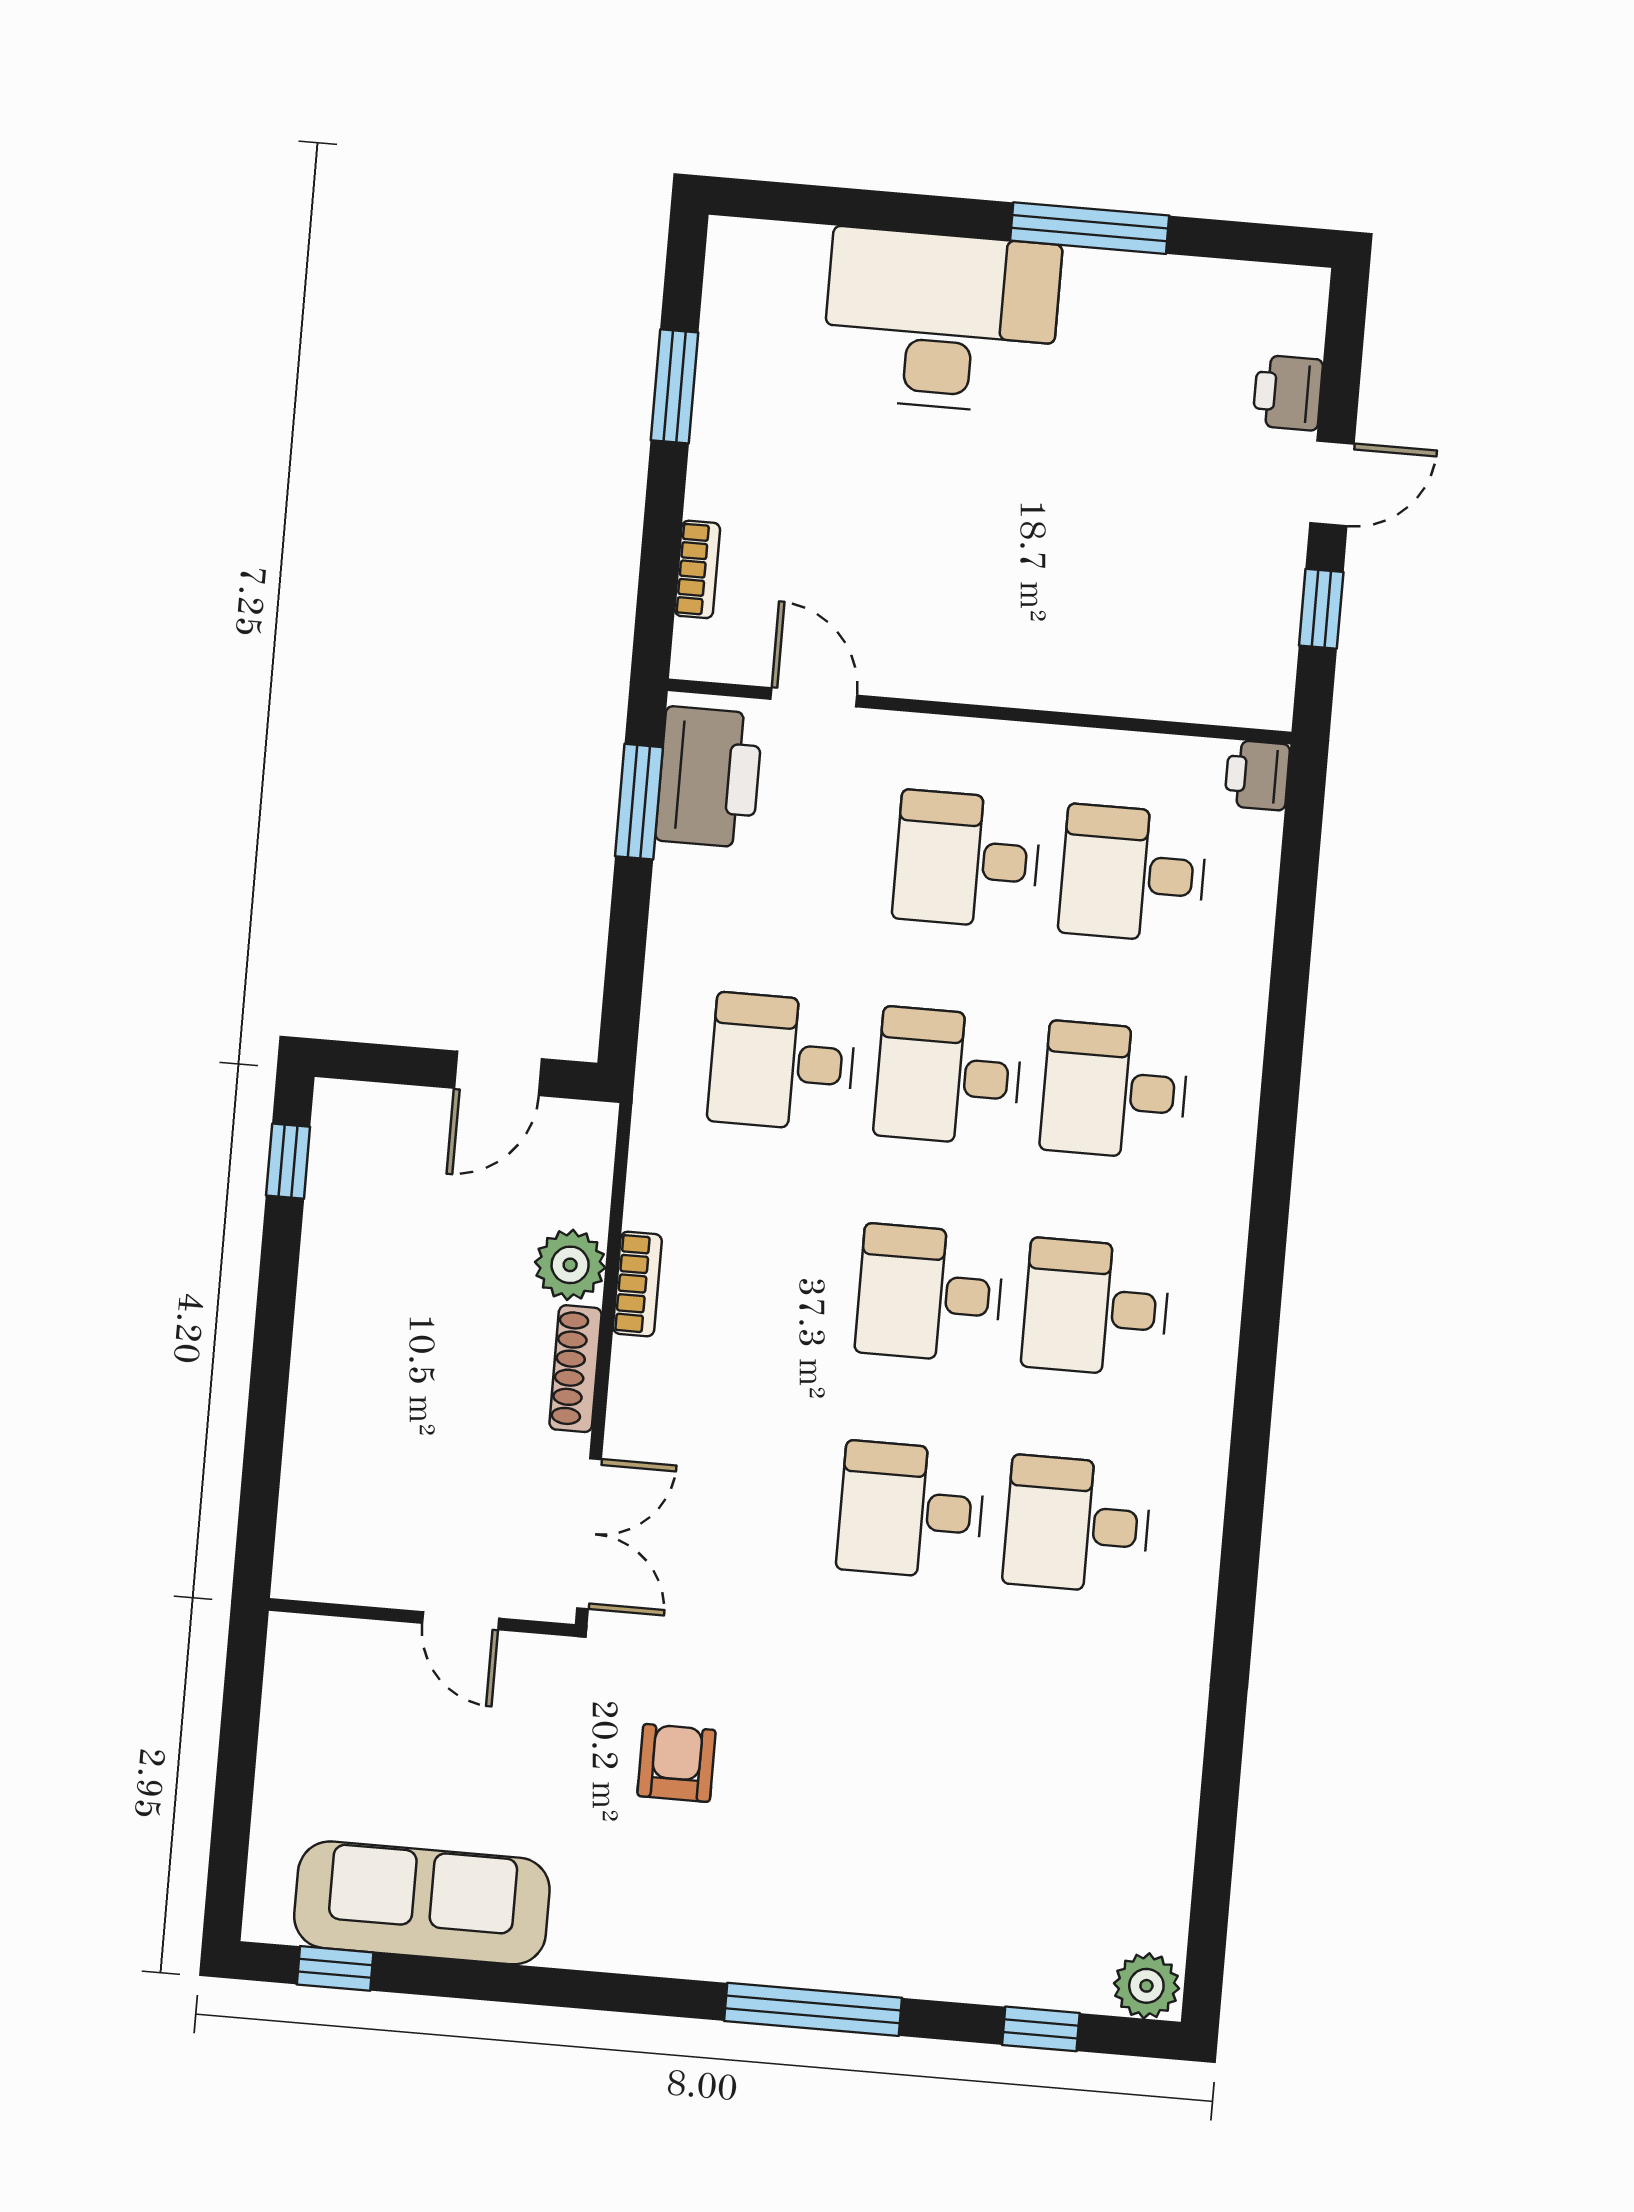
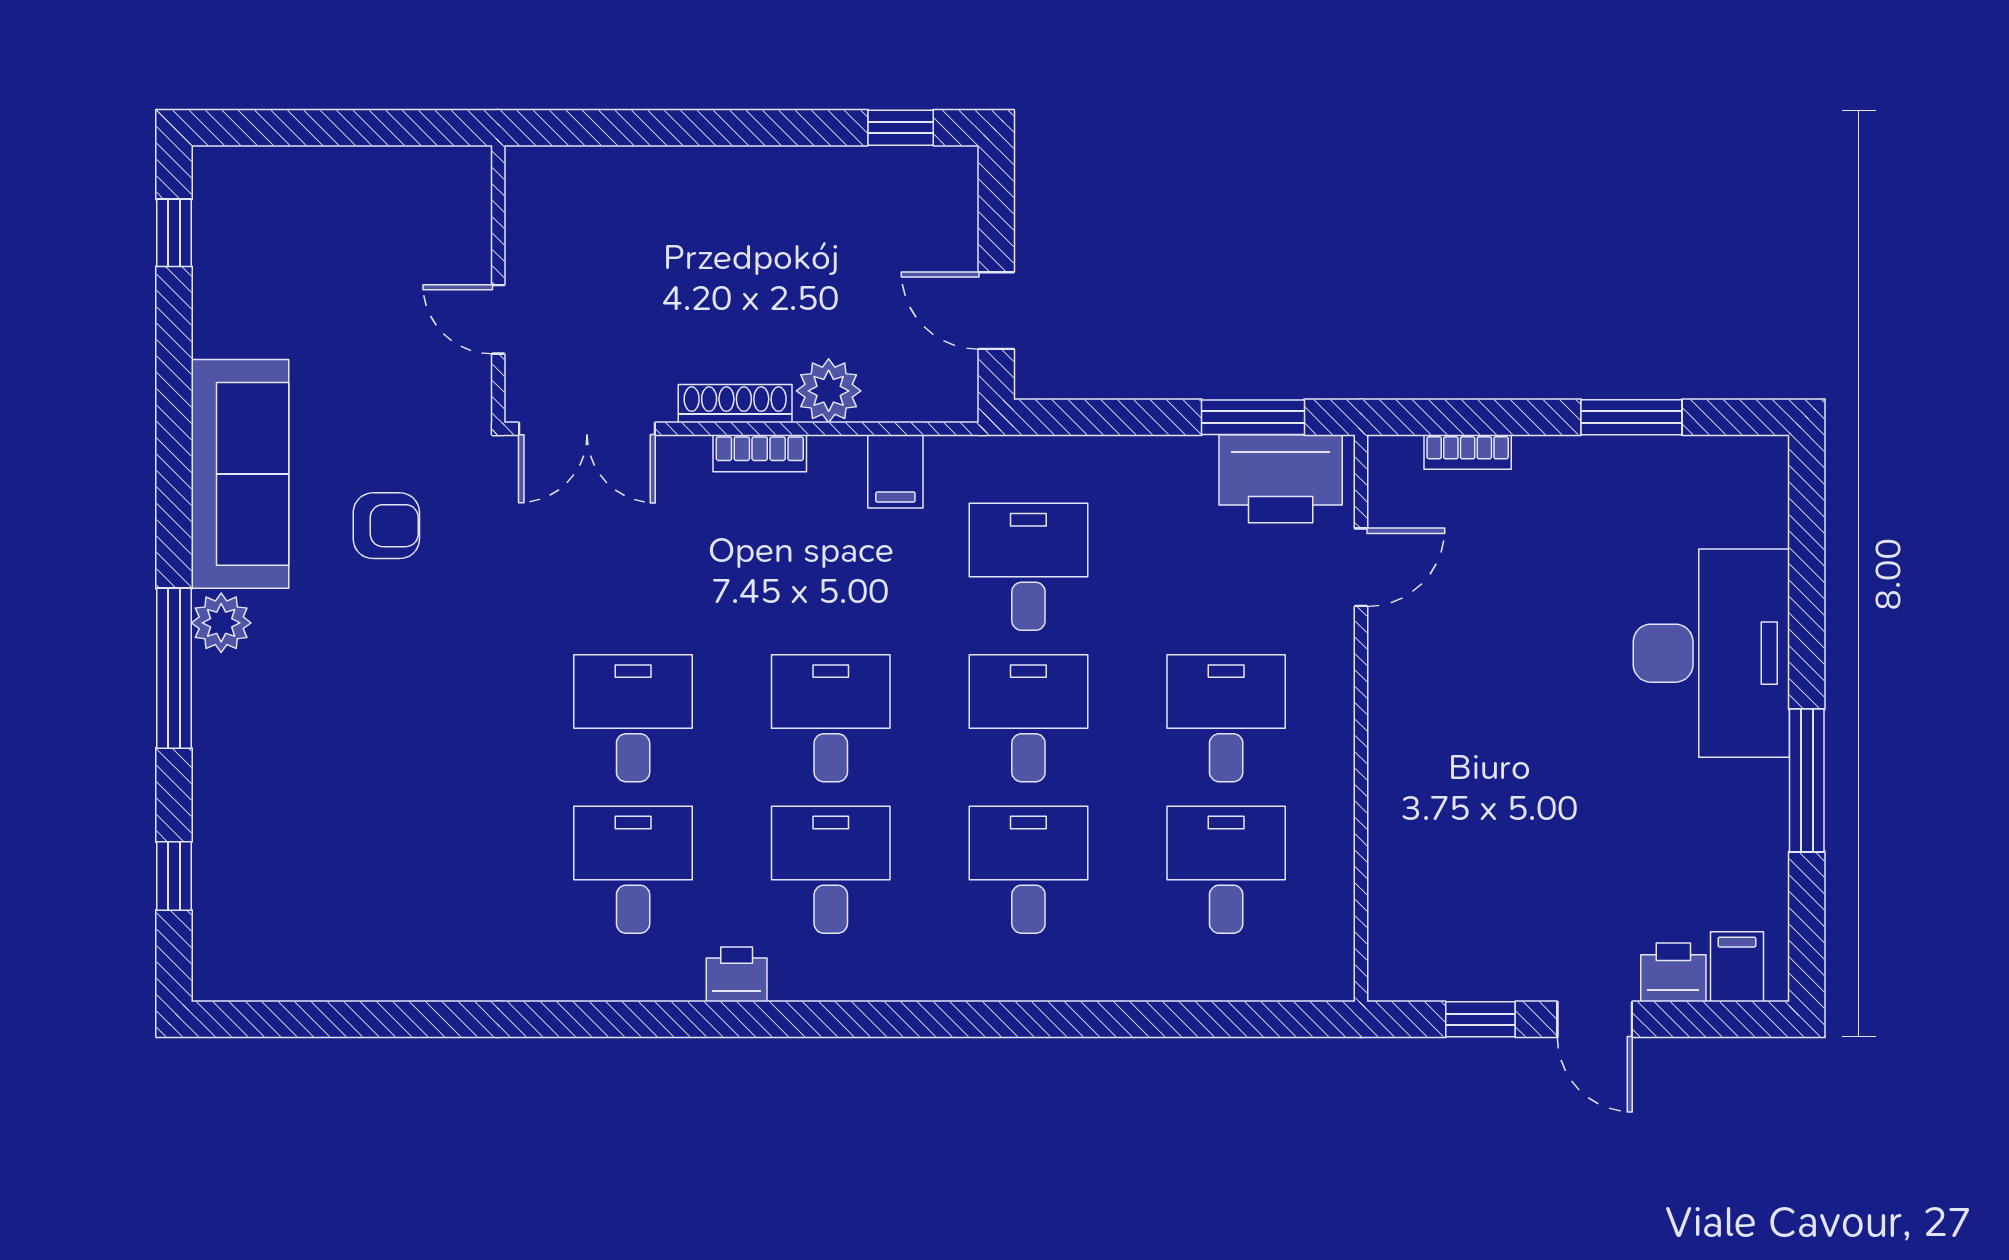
filing cabinet: (1288, 322) -> (1737, 967), added
printer: (1257, 775) -> (737, 974), moved
filing cabinet: (665, 1199) -> (895, 471), added
bookcase: (637, 1284) -> (760, 453), moved
door: (461, 1621) -> (498, 319), hinge flipped
sofa: (422, 1903) -> (240, 474), moved
plant: (1146, 1986) -> (221, 623), moved

